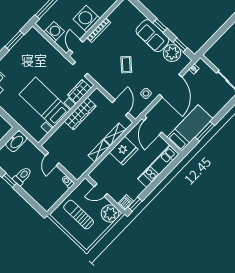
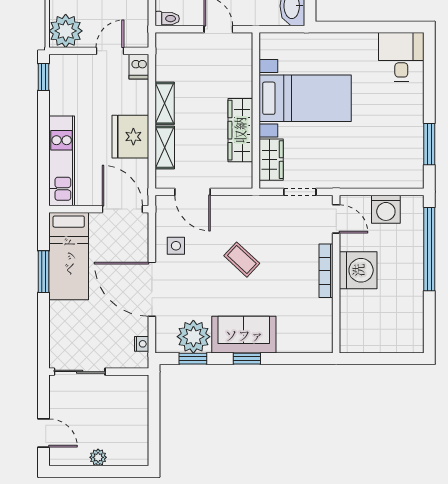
dishwasher: (126, 203) -> (139, 67), moved

